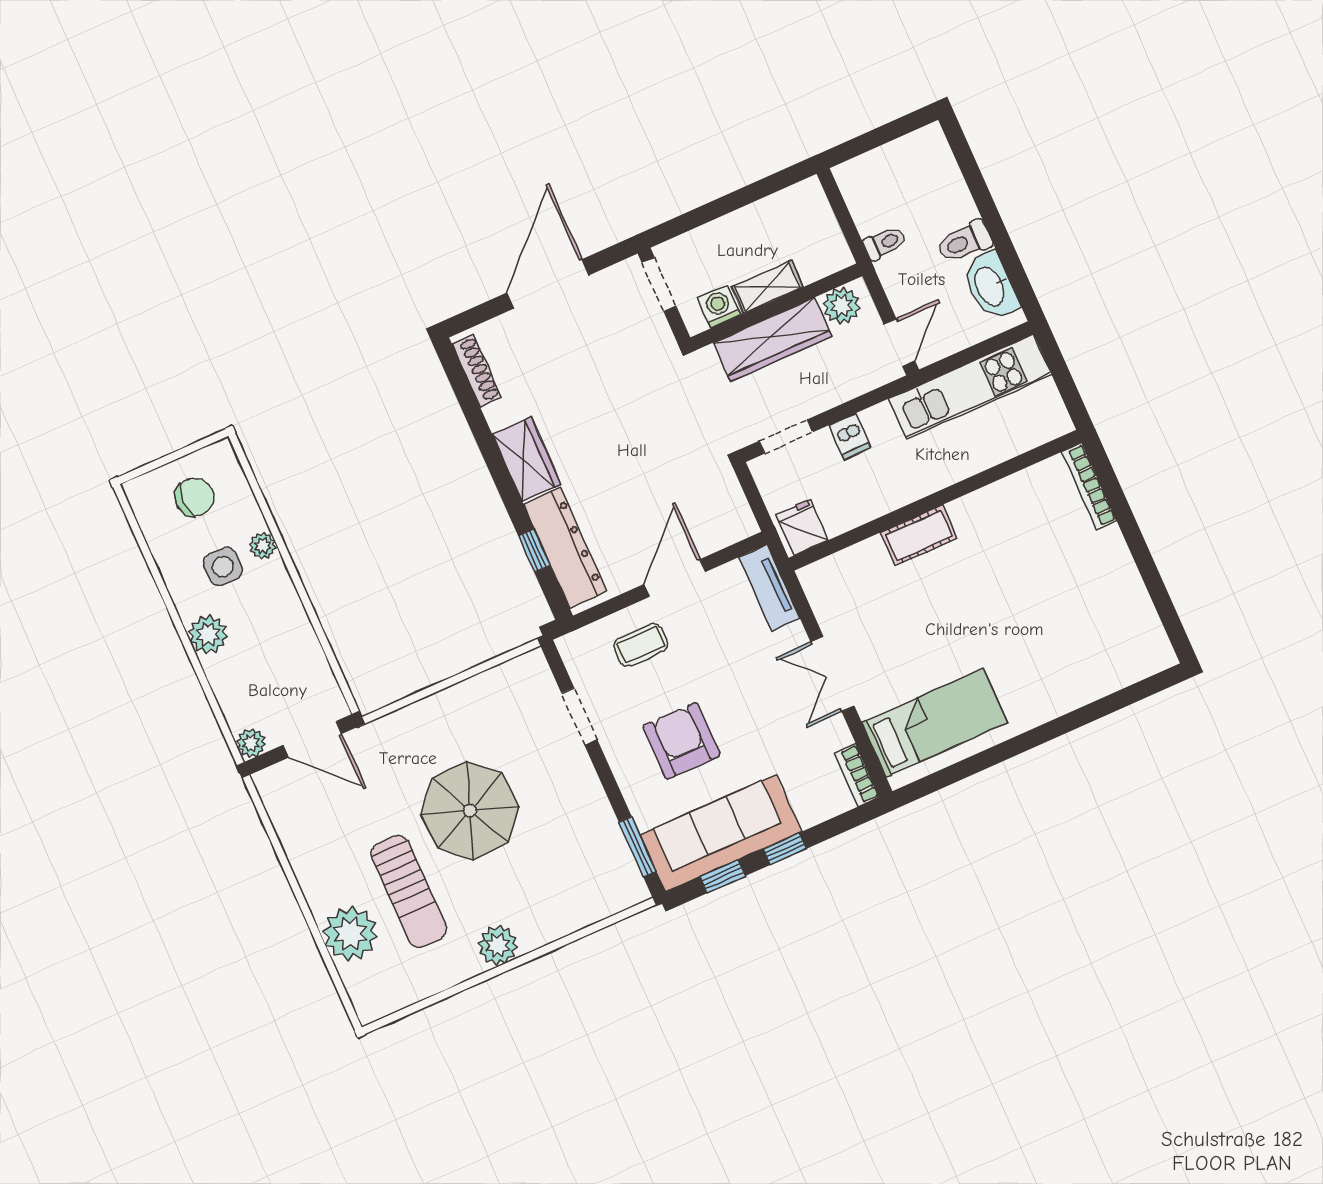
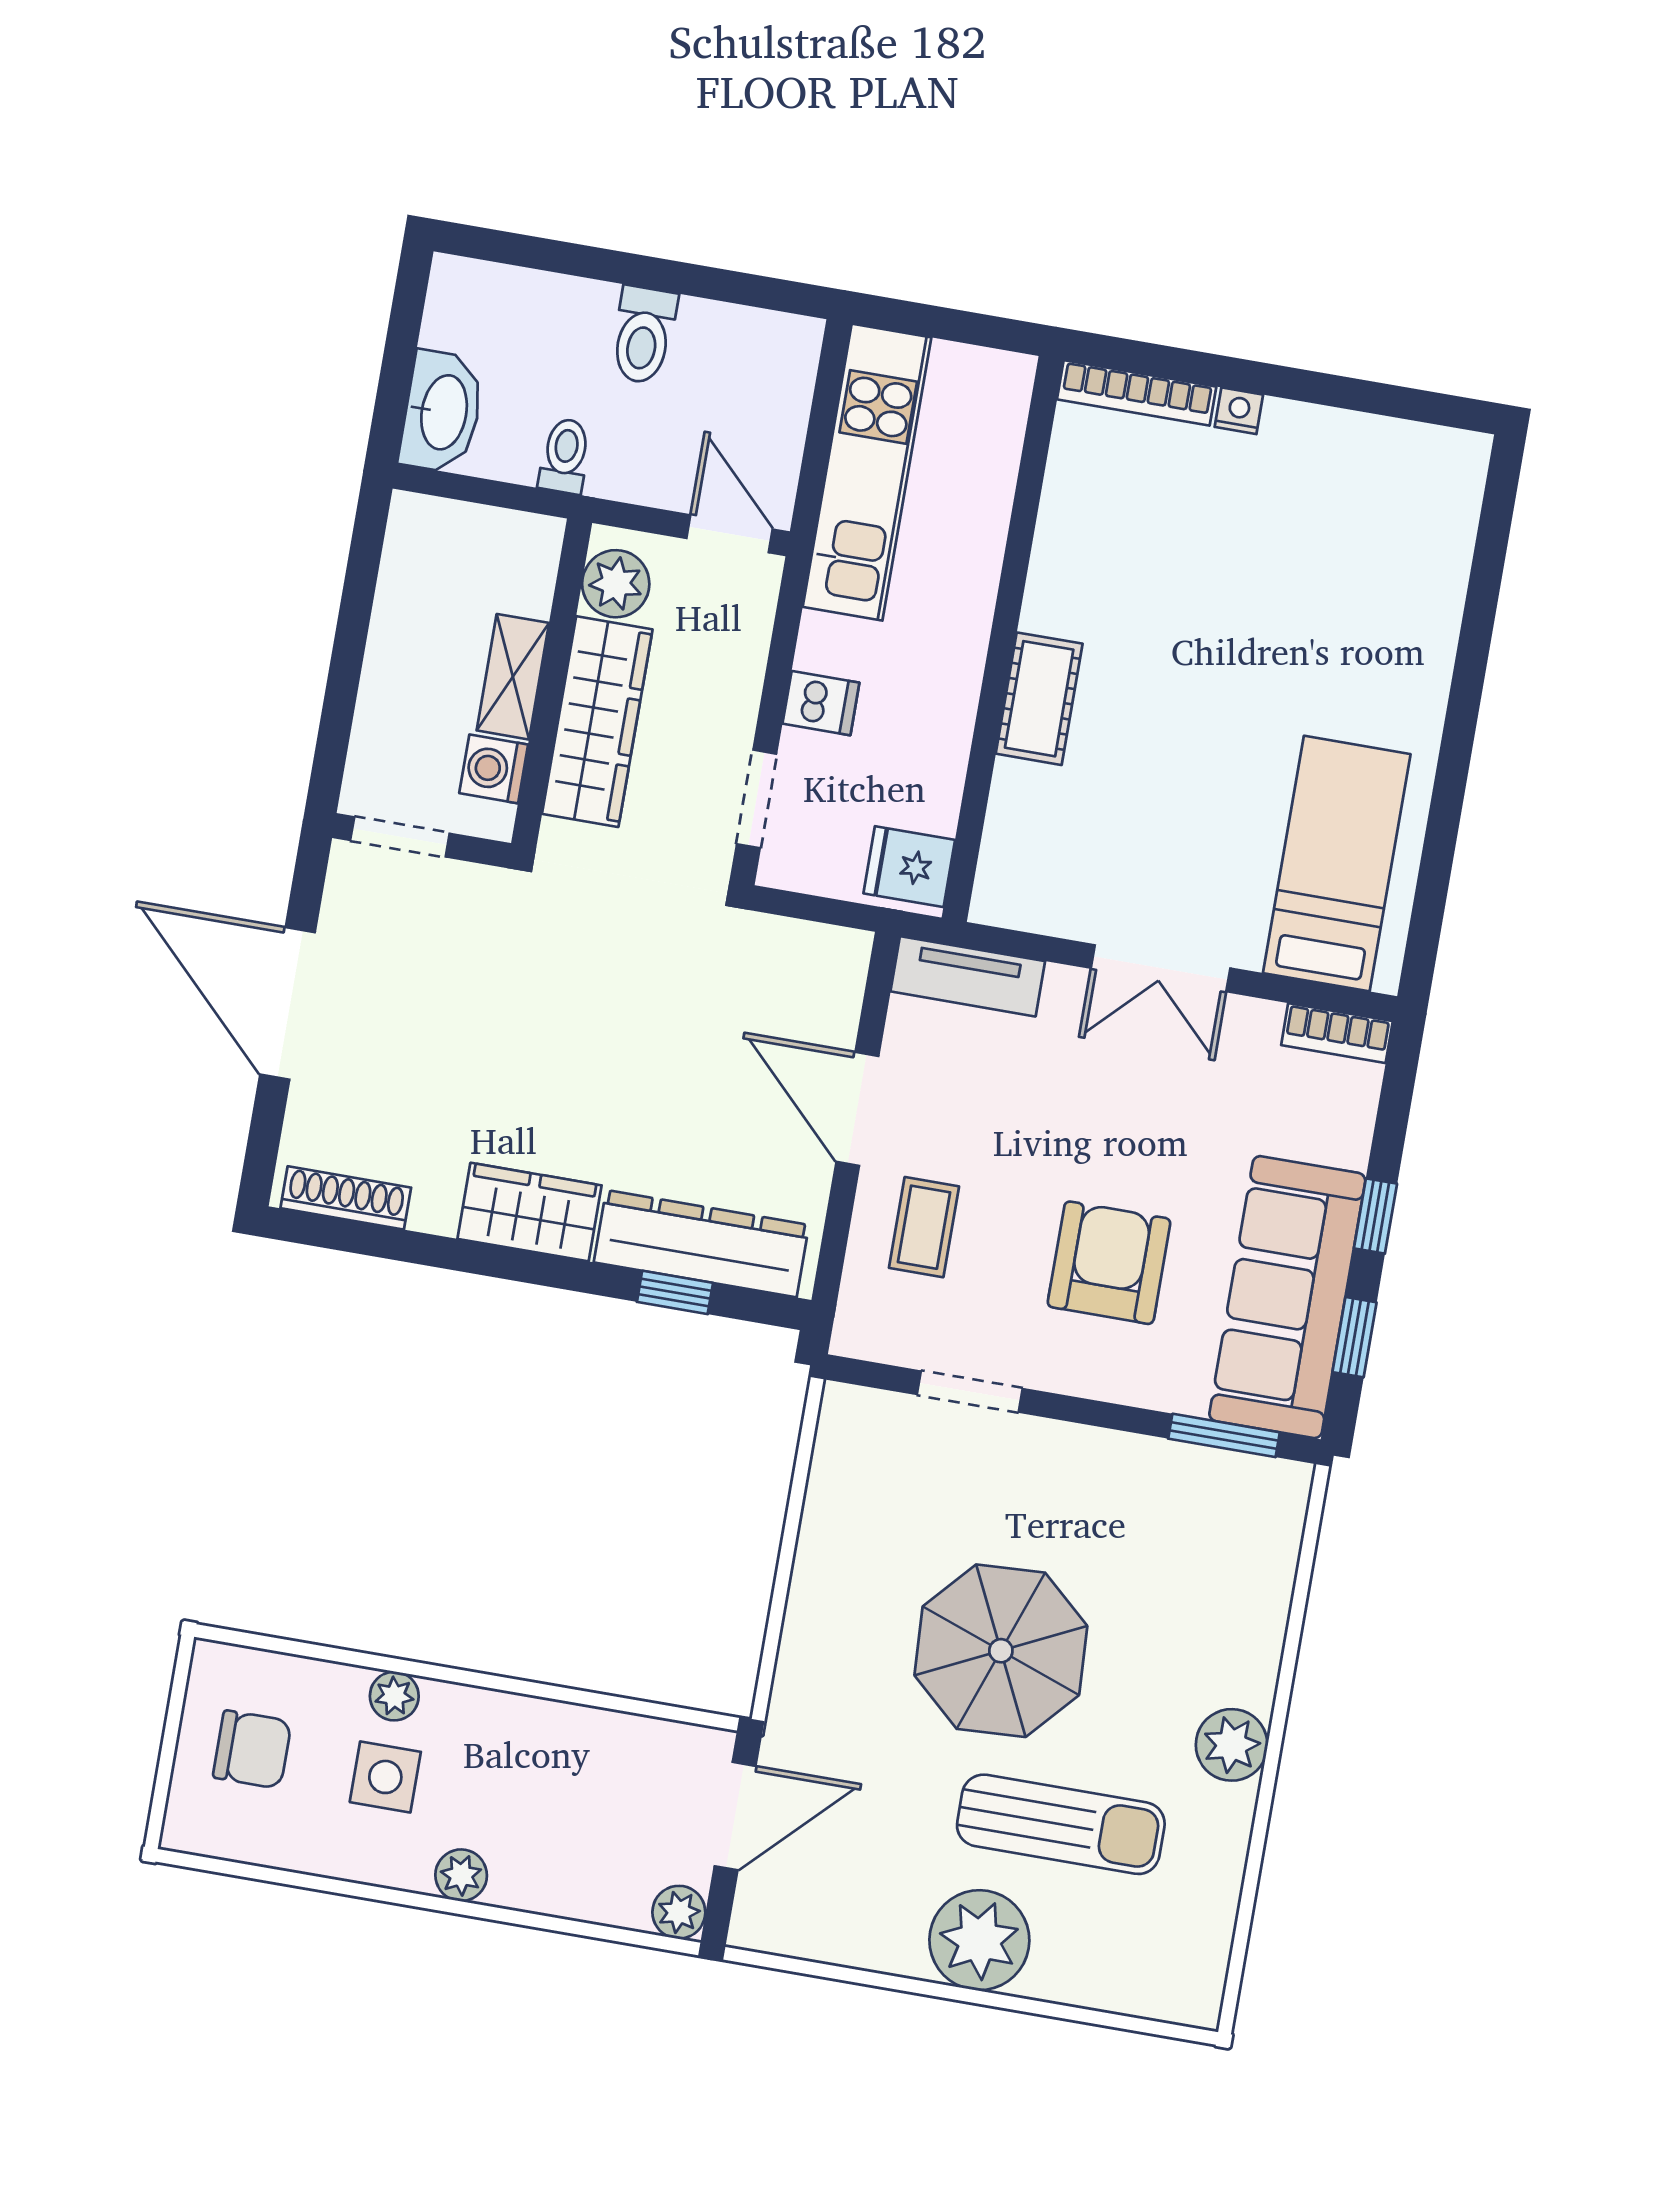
washbasin: (991, 286) -> (442, 412), moved, turned -90
chair: (195, 497) -> (252, 1749), turned 90
nightstand: (1113, 539) -> (1239, 411), added
plant: (208, 634) -> (461, 1875), width x0.73, depth x0.73
armchair: (681, 741) -> (1109, 1263), turned 90
plant: (350, 934) -> (979, 1940), moved

